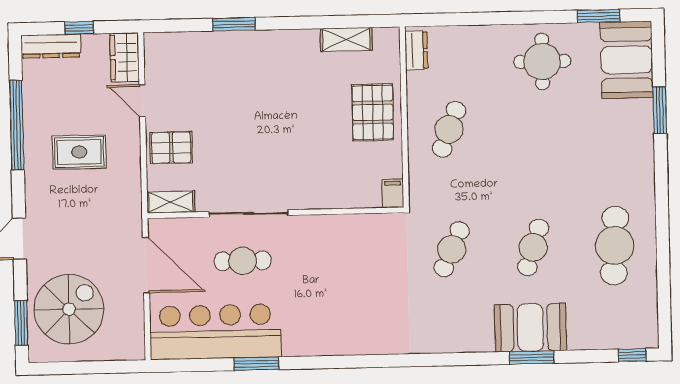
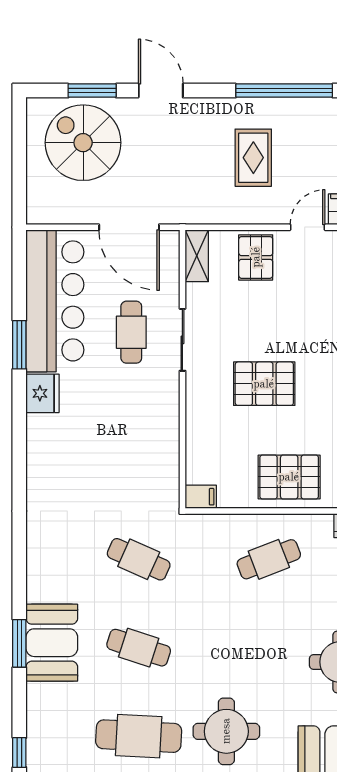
cafe table: (449, 129) -> (269, 559), turned -42
pallet: (287, 137) -> (264, 384), added
round table: (608, 165) -> (226, 731), added
sliding door: (249, 213) -> (182, 340), width x0.73
door: (146, 265) -> (129, 227), hinge flipped
spiral stairs: (69, 309) -> (83, 143), turned 180
window: (21, 323) -> (92, 91), moved
fridge: (301, 341) -> (43, 393), added

